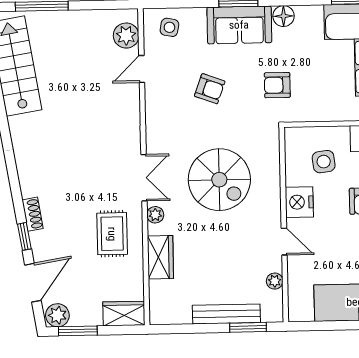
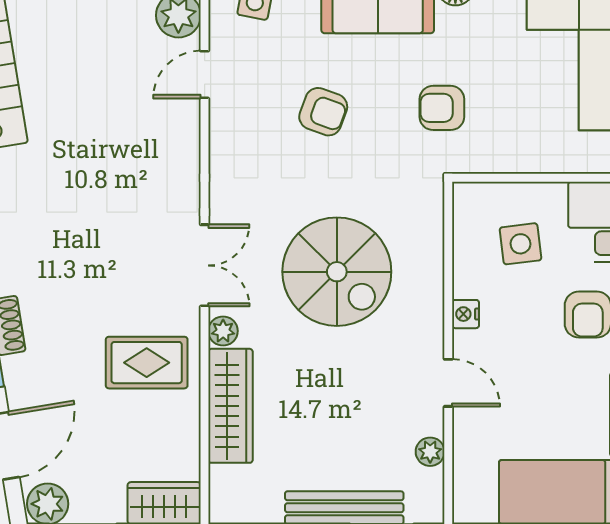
nightstand: (299, 202) -> (466, 314), width x0.53, depth x0.56
rug: (112, 234) -> (147, 363), turned 90
wardrobe: (160, 257) -> (230, 406), width x1.50

